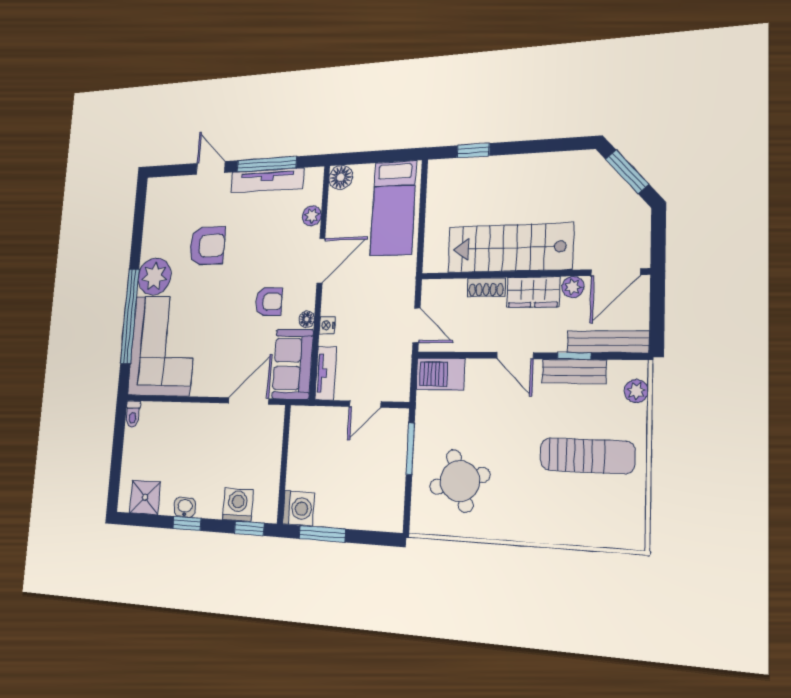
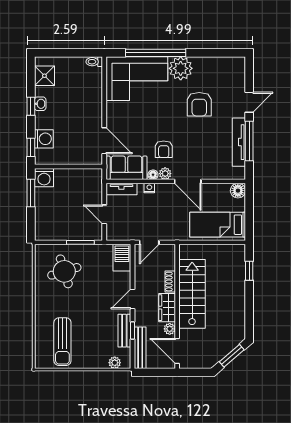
plant: (312, 216) -> (165, 174), moved
sun lounger: (587, 456) -> (62, 342), moved

